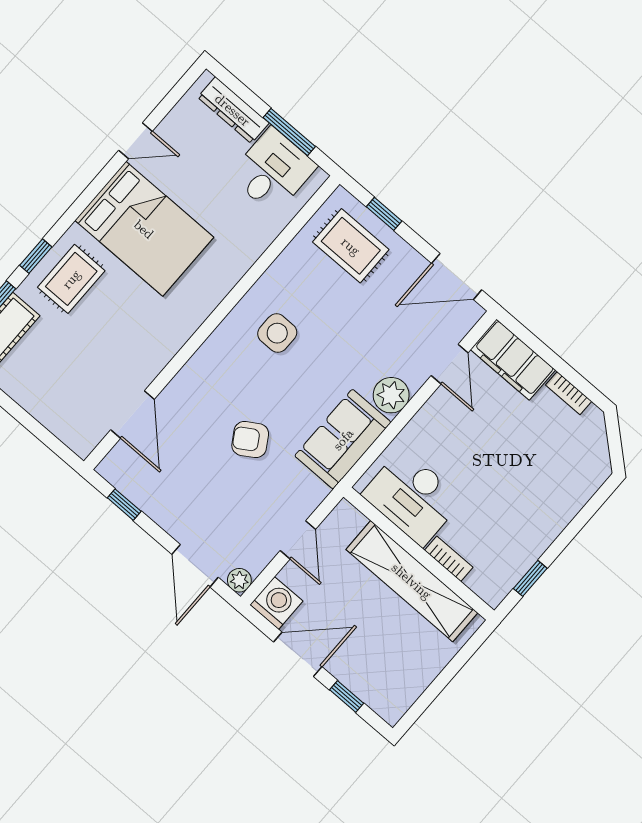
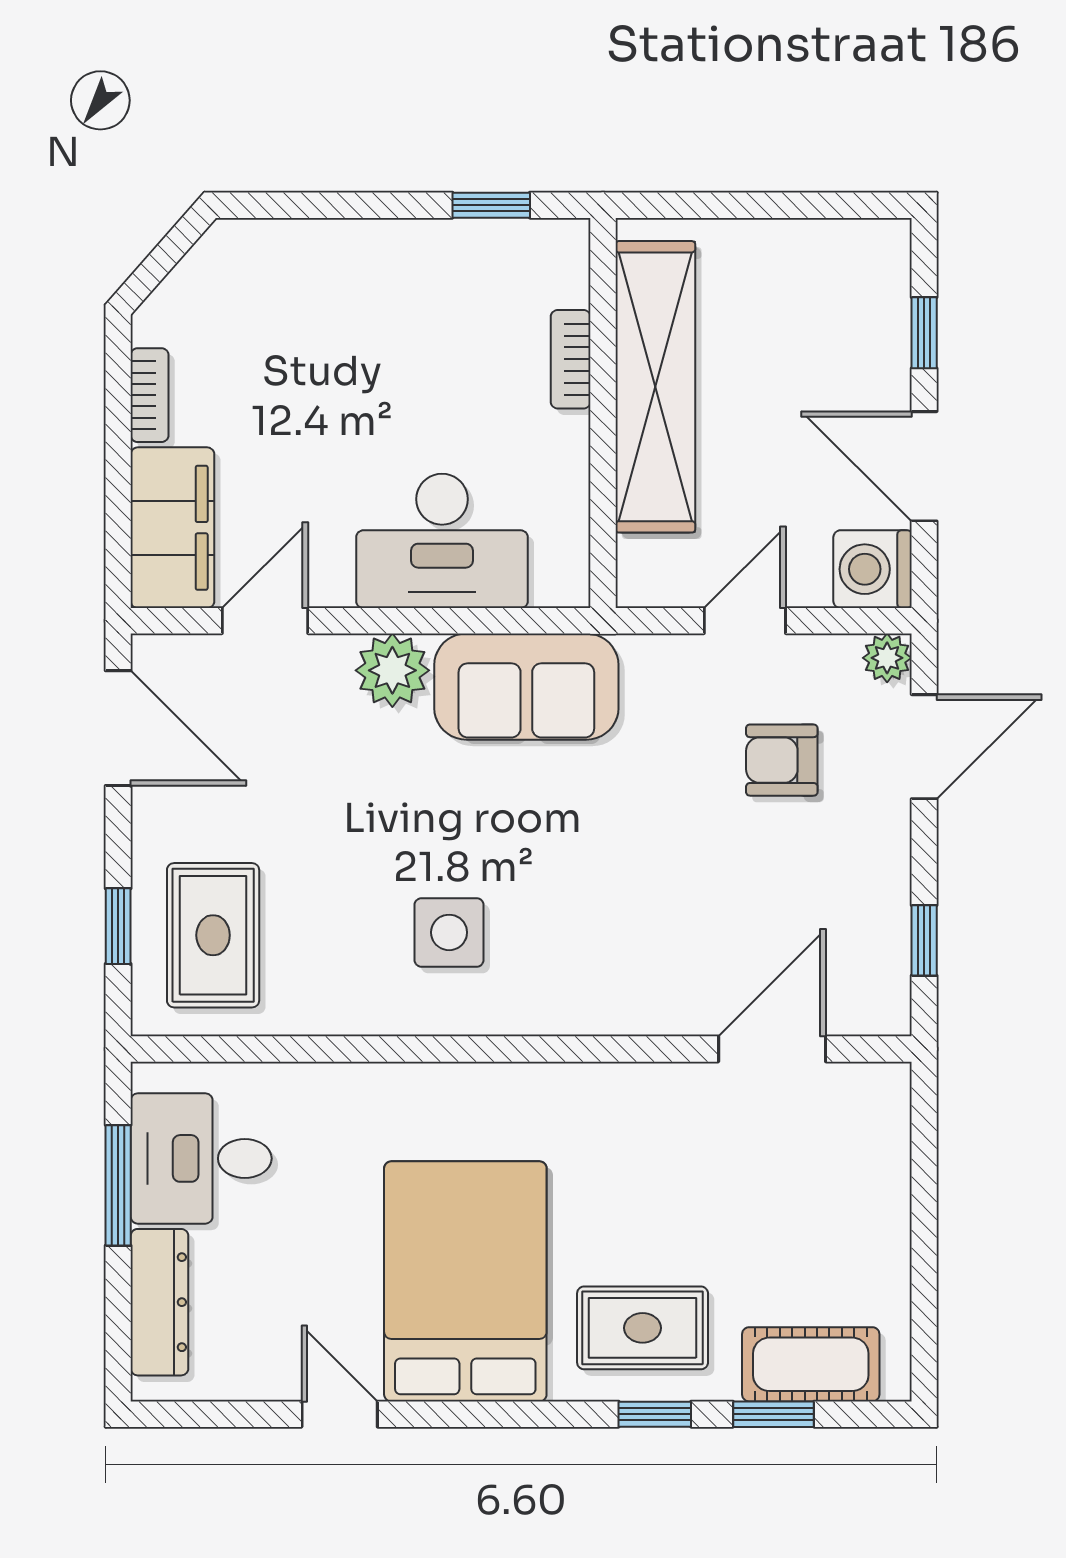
armchair: (250, 440) -> (782, 760), moved, turned 122
desk: (412, 497) -> (442, 541), moved, turned 90

